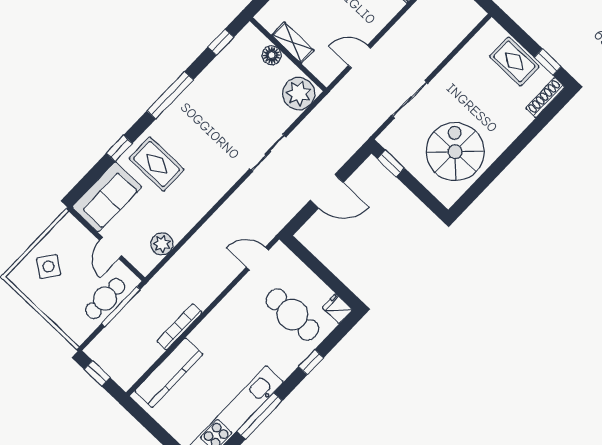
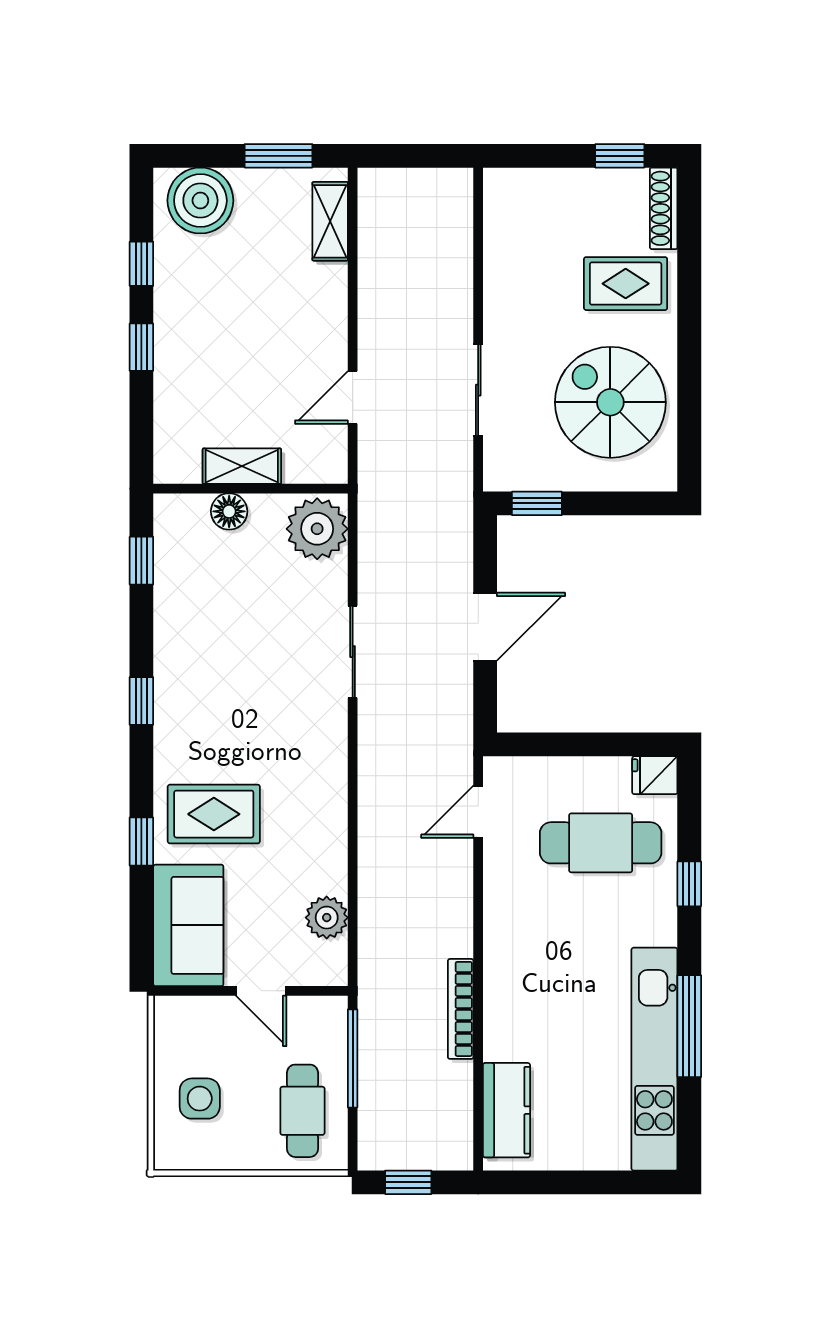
rug: (514, 61) -> (626, 284), moved
window: (170, 95) -> (141, 701), width x0.46
side table: (49, 266) -> (200, 1099), turned -36
cafe table: (105, 299) -> (302, 1111), moved
kitchen counter: (169, 373) -> (506, 1110), width x0.67

